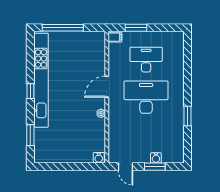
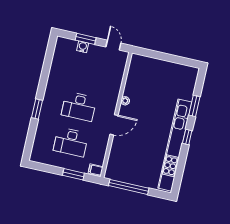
window: (63, 28) -> (129, 187), moved
desk: (146, 97) -> (79, 106), width x0.73, depth x0.77
window: (188, 116) -> (37, 109), moved
window: (30, 135) -> (194, 106), moved
water cooler: (99, 158) -> (137, 59), removed

